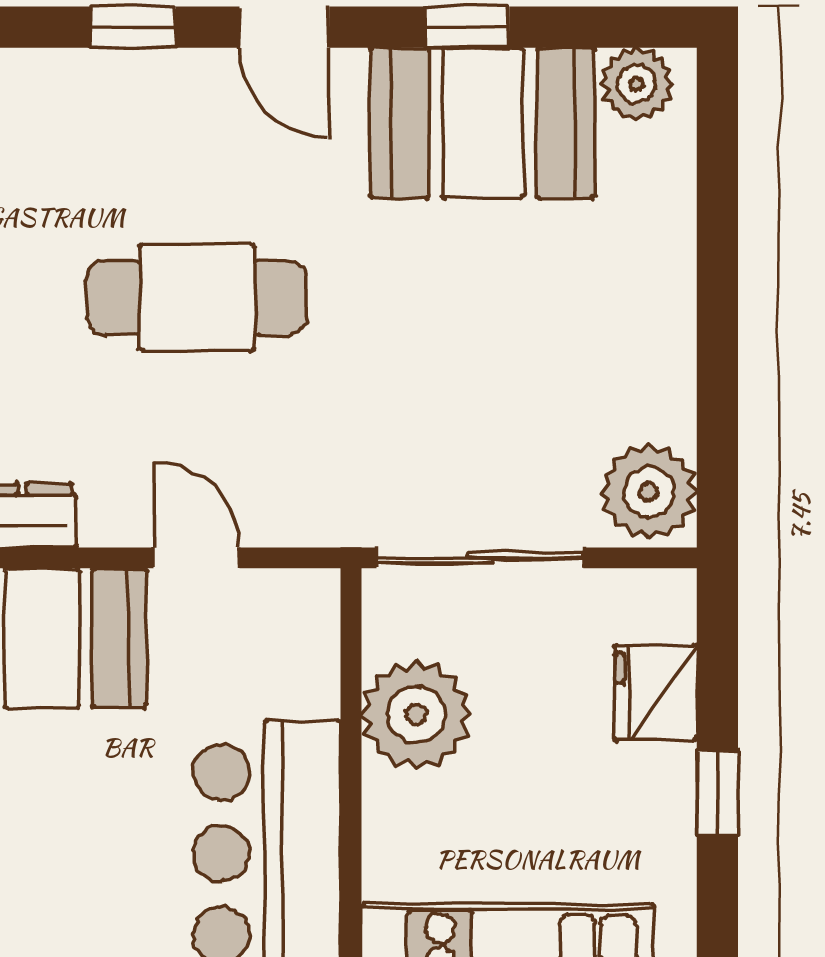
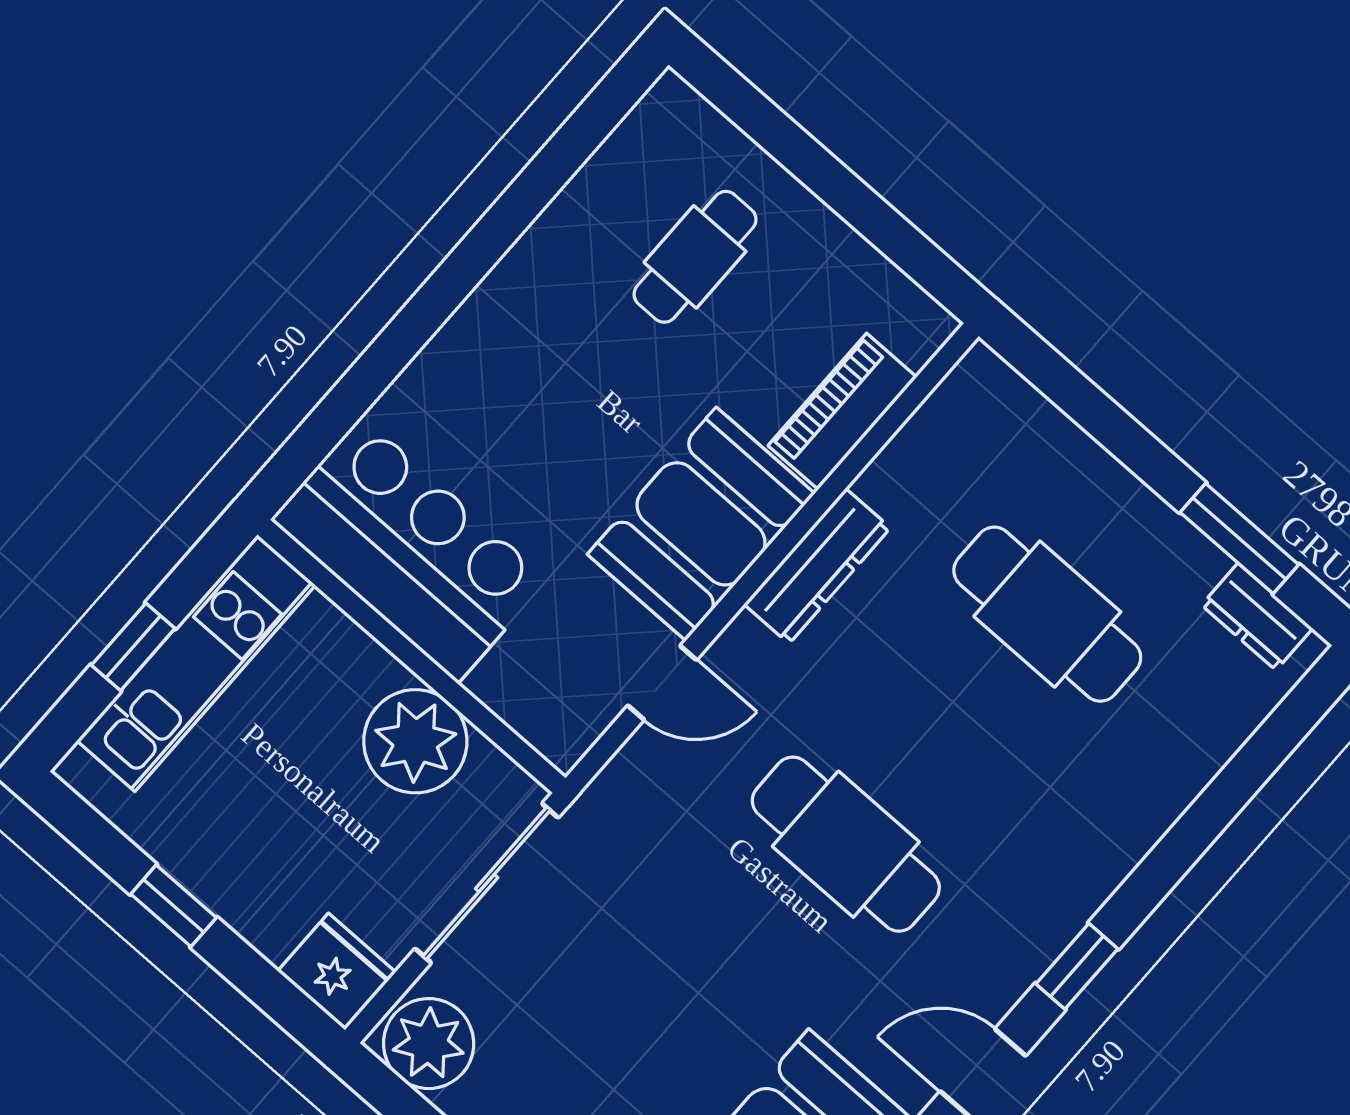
cafe table: (197, 298) -> (846, 844), turned 90
fridge: (656, 693) -> (337, 972), moved

